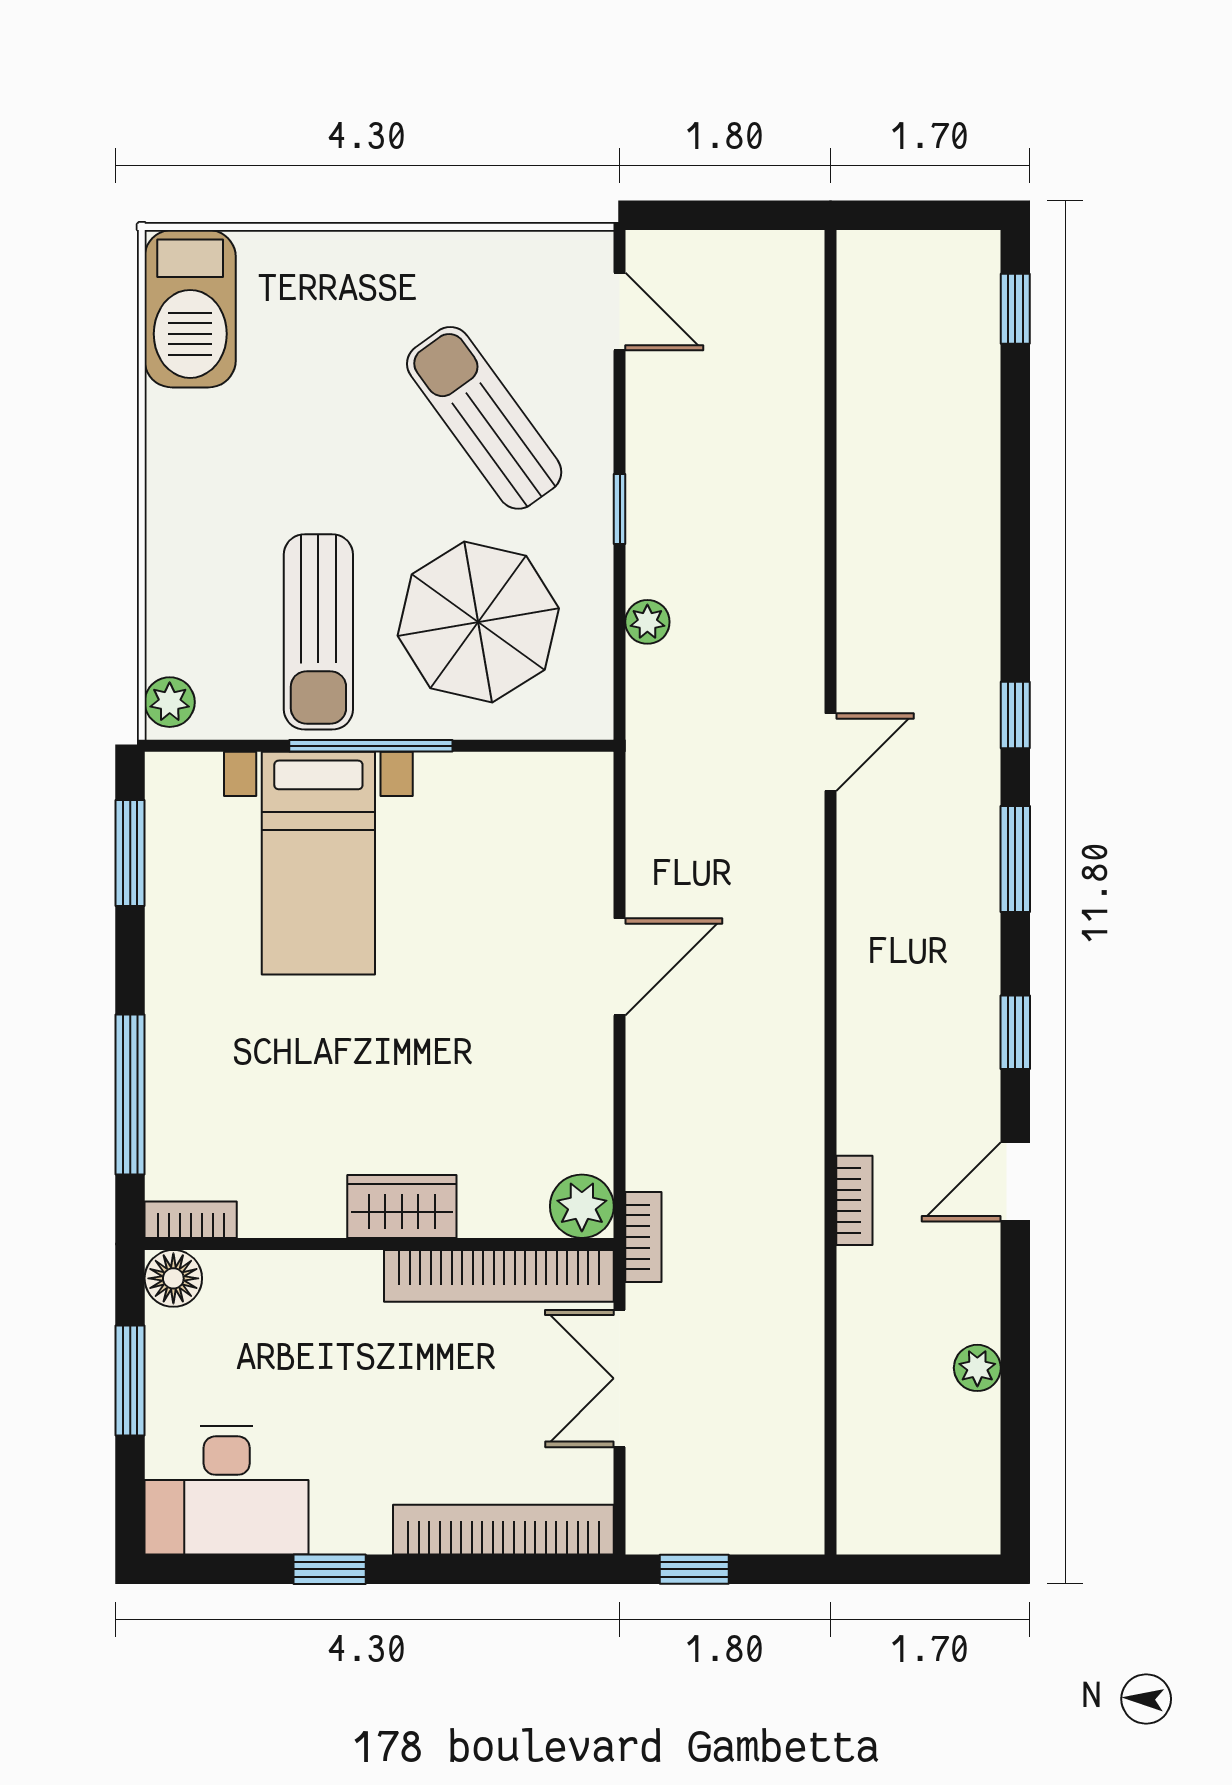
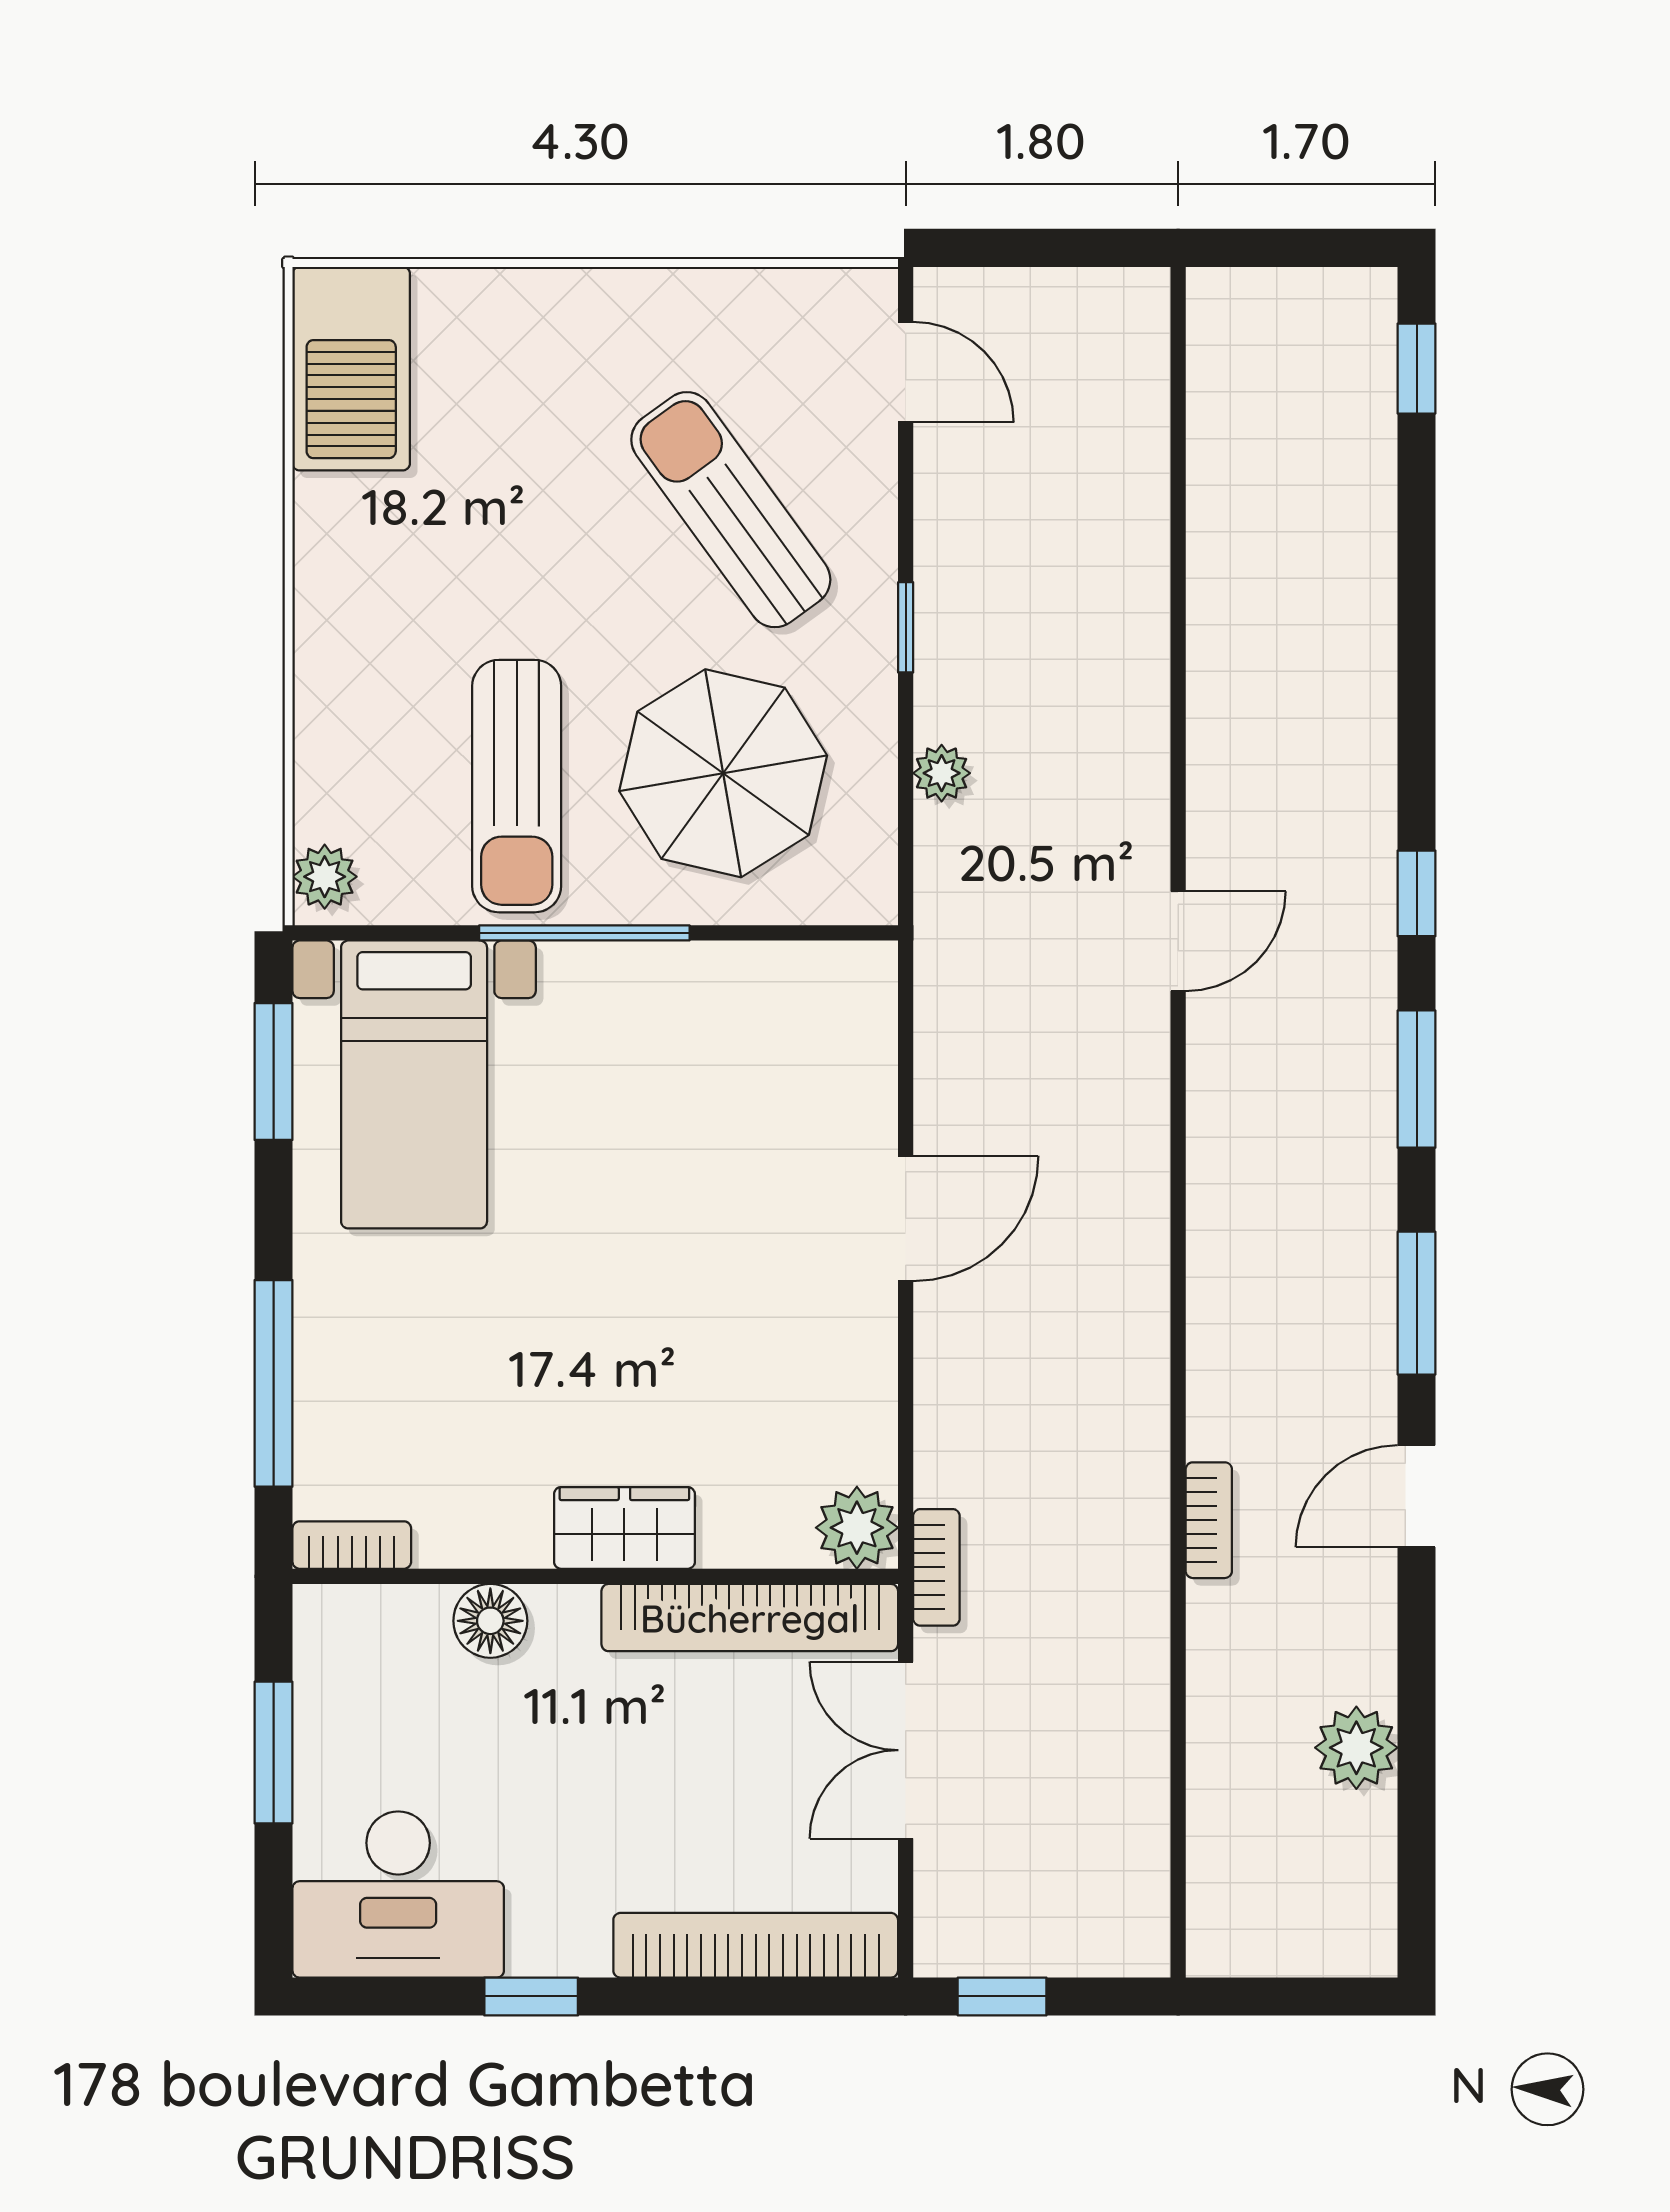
bed with nightstands: (318, 863) -> (414, 1084), moved
window: (1015, 1032) -> (1417, 1303), width x1.50
floor lamp: (173, 1278) -> (490, 1621), moved
plant: (977, 1368) -> (1356, 1748), width x1.38, depth x1.38

